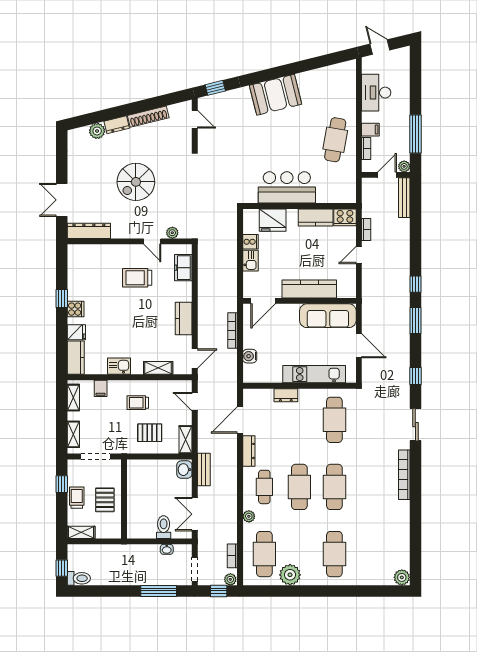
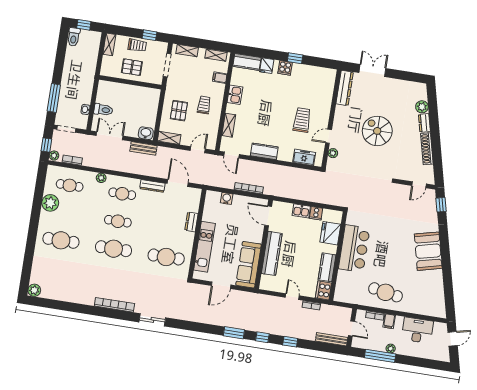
plant: (404, 166) -> (391, 348), moved
window: (415, 376) -> (290, 342), moved
cafe table: (299, 487) -> (118, 221), width x0.73, depth x0.74
cafe table: (264, 554) -> (70, 185), width x0.73, depth x0.74

